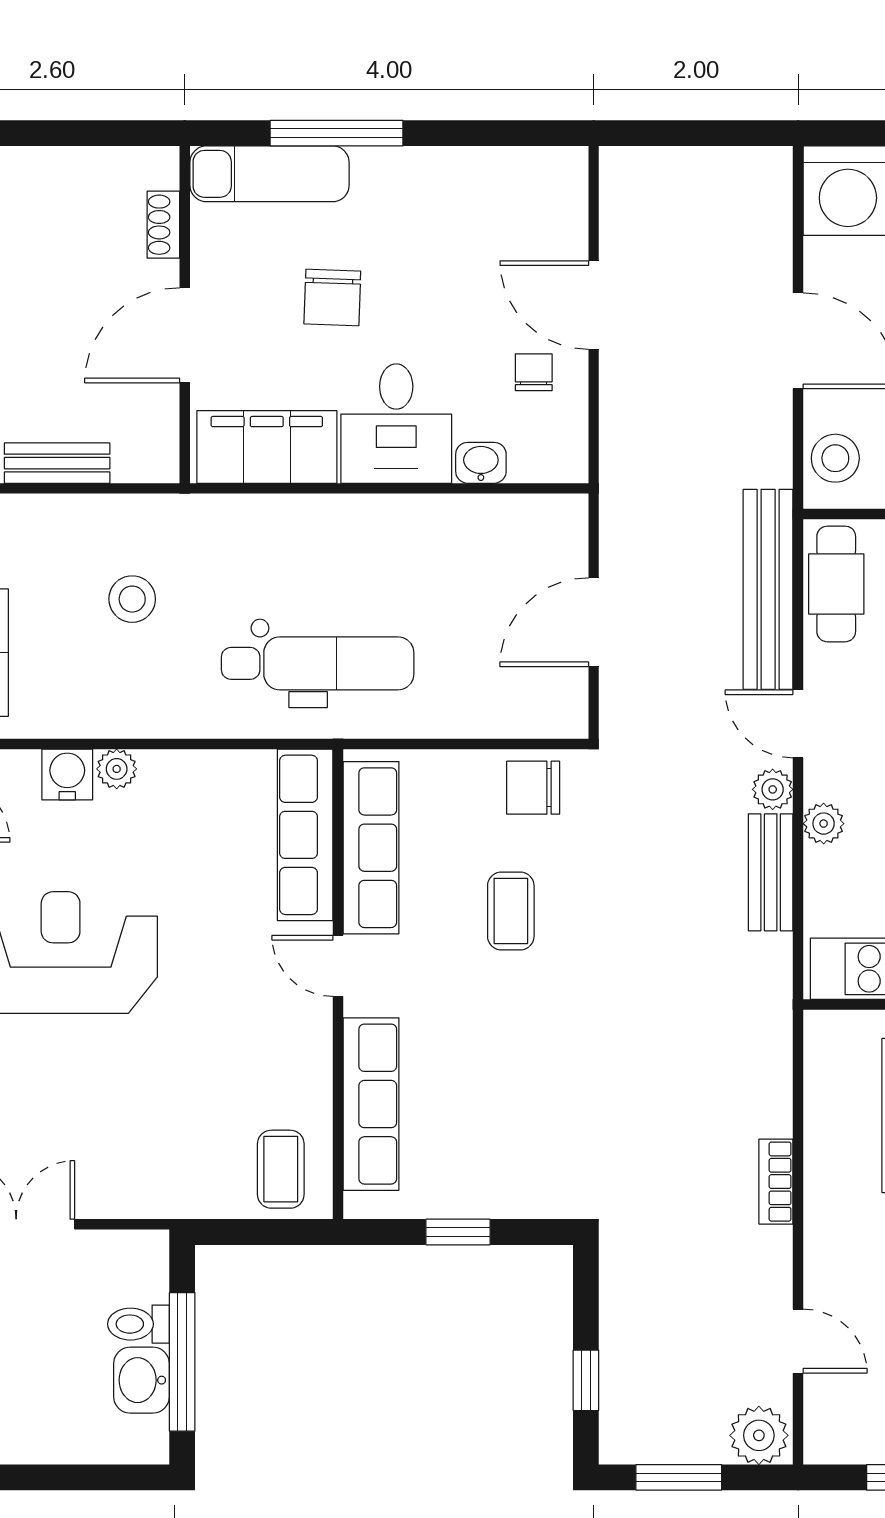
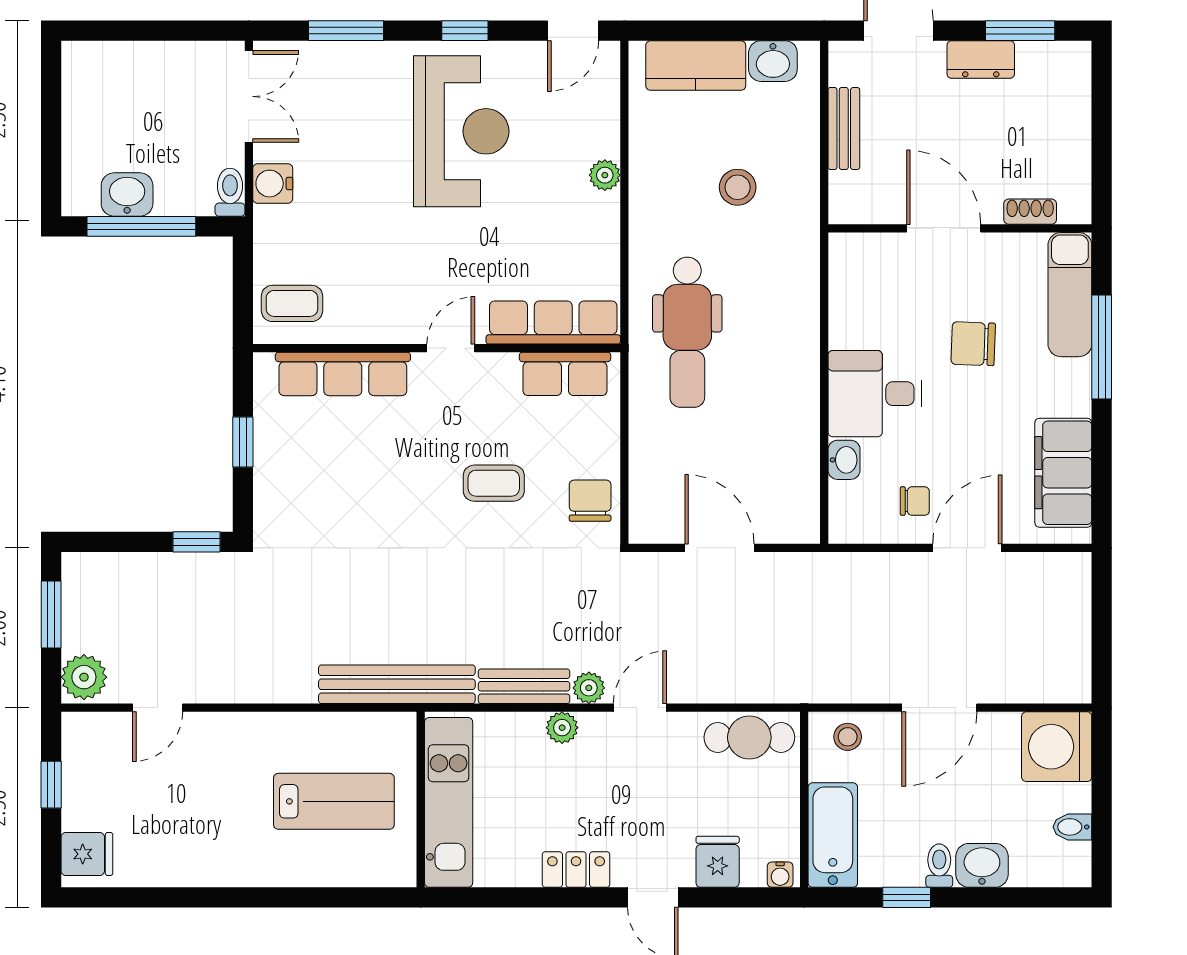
filing cabinet: (267, 447) -> (1063, 473), moved, turned 180
stool: (835, 458) -> (848, 737), width x0.73, depth x0.73
bench: (768, 589) -> (397, 684), moved
water cooler: (67, 774) -> (273, 184), moved, turned 180
row of seats: (371, 848) -> (565, 374), width x0.68
bookcase: (776, 1182) -> (282, 690), removed
toilet: (138, 1324) -> (230, 192), moved
window: (586, 1380) -> (197, 542), moved

